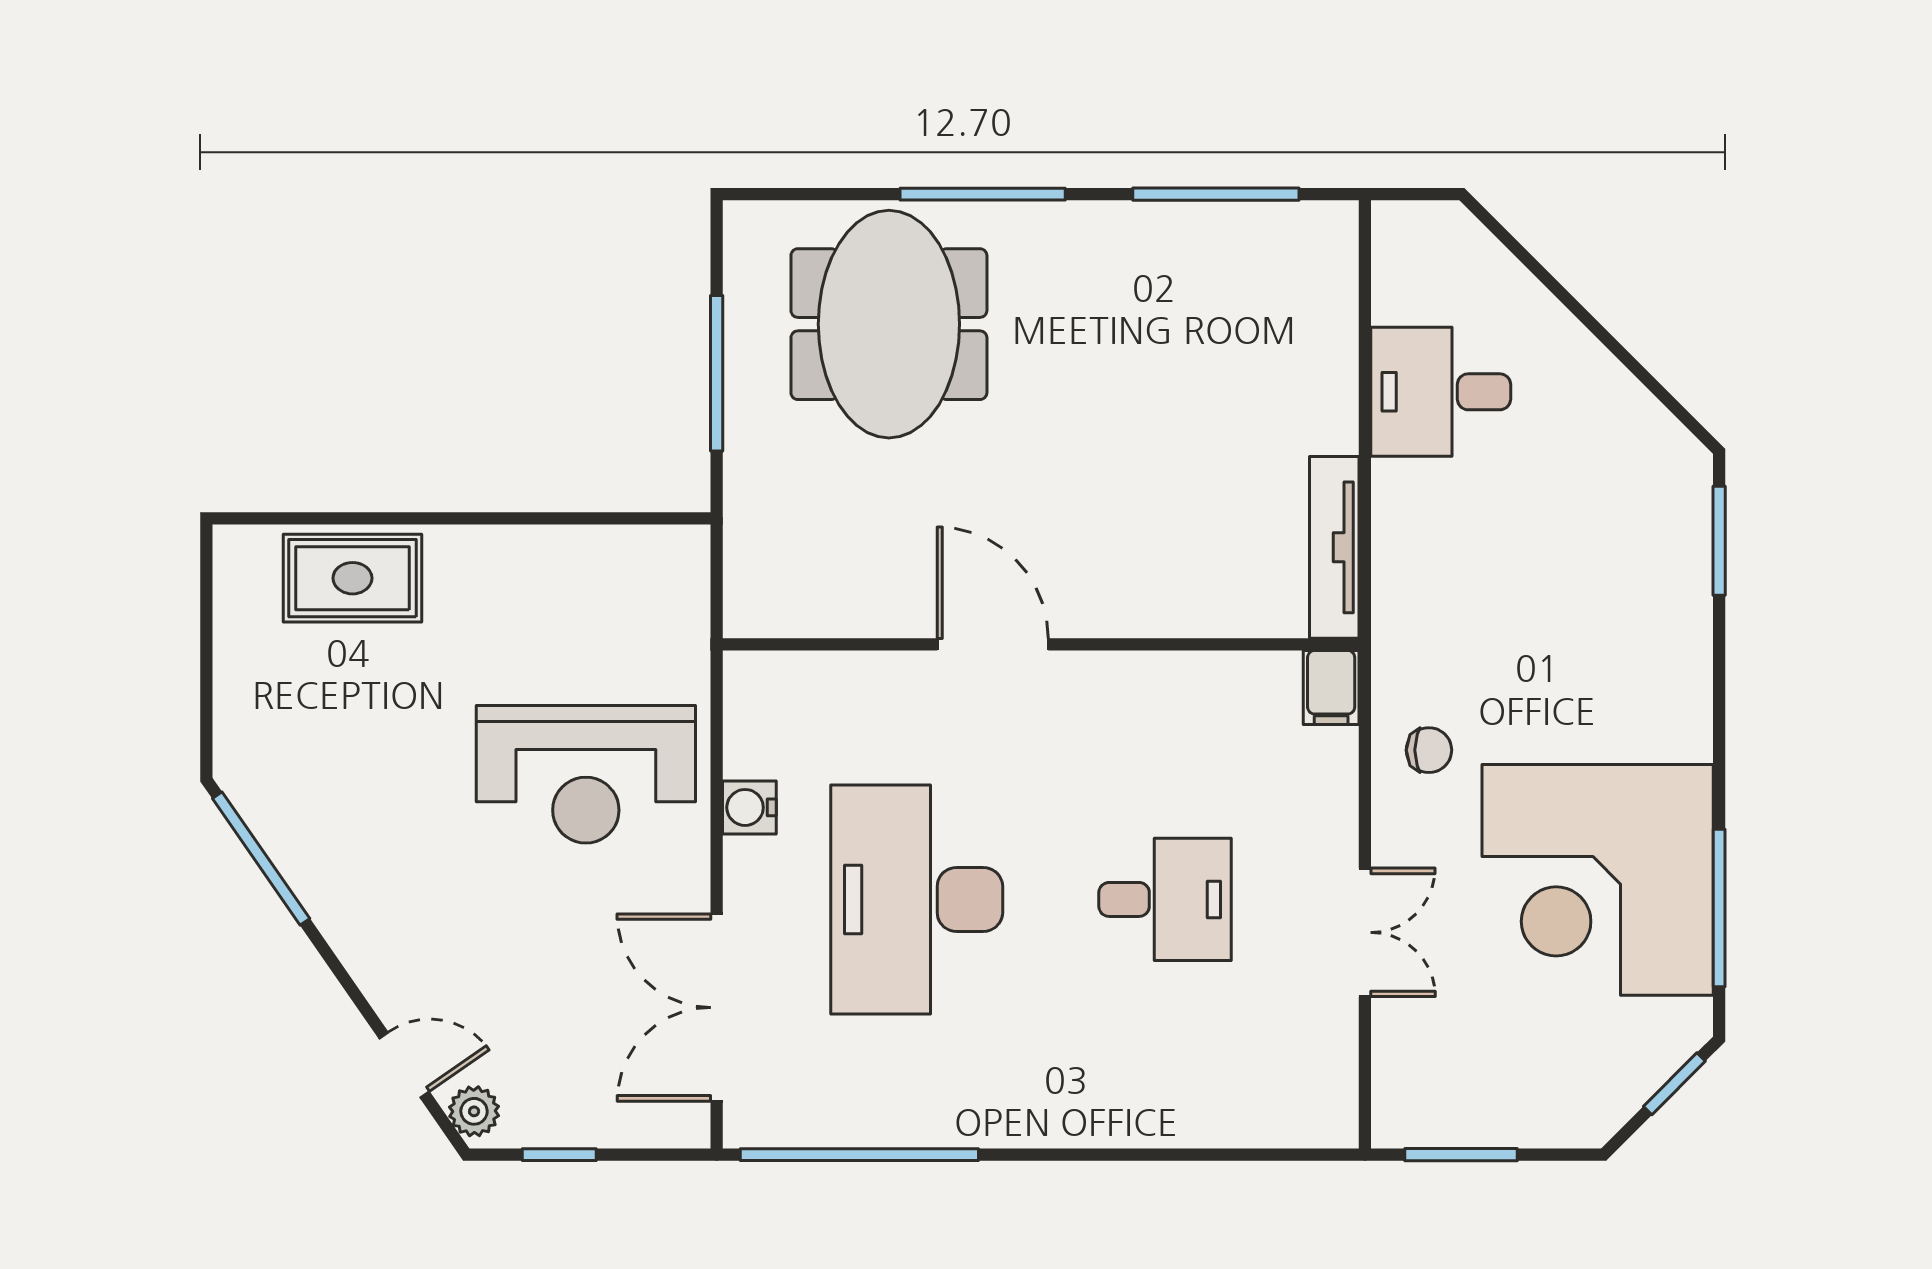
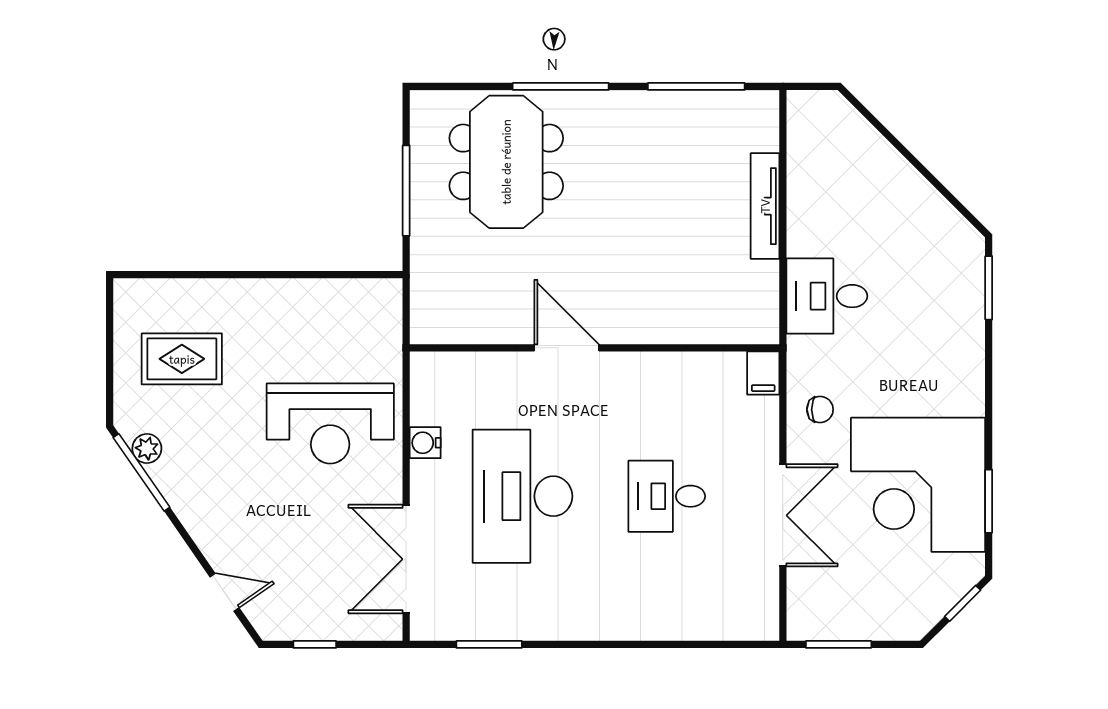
desk: (1441, 392) -> (827, 296), moved
tv unit: (1334, 547) -> (765, 206), moved
rug: (352, 578) -> (182, 359), moved
desk: (1165, 899) -> (667, 496), turned 180
window: (1719, 908) -> (989, 501), width x0.69
double door: (1365, 932) -> (783, 515), width x1.37
plant: (474, 1111) -> (147, 448), moved
window: (859, 1155) -> (489, 644), width x0.47

